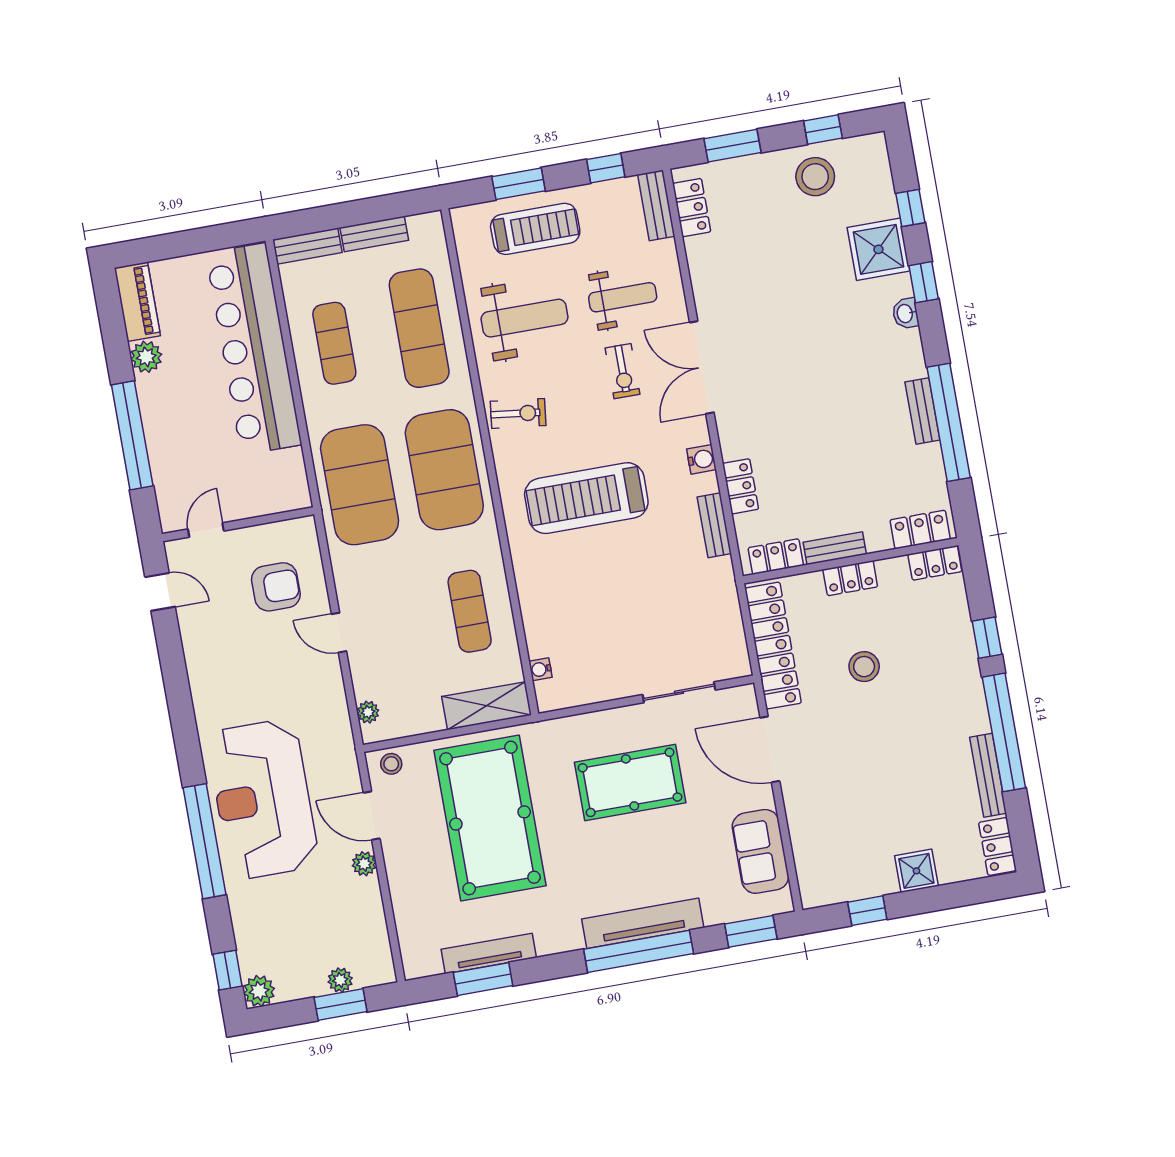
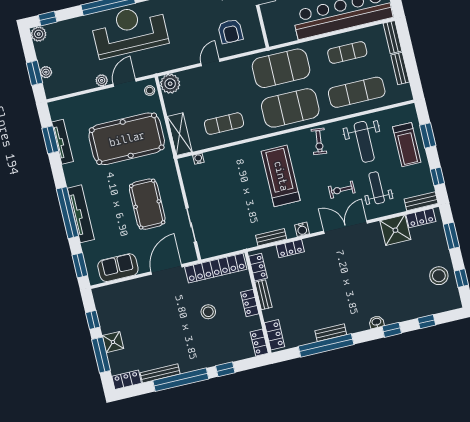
shower: (878, 249) -> (395, 230), moved
weight bench: (623, 297) -> (377, 188), turned 180
plant: (368, 712) -> (170, 84), width x1.87, depth x1.87
window: (942, 897) -> (101, 355), added

